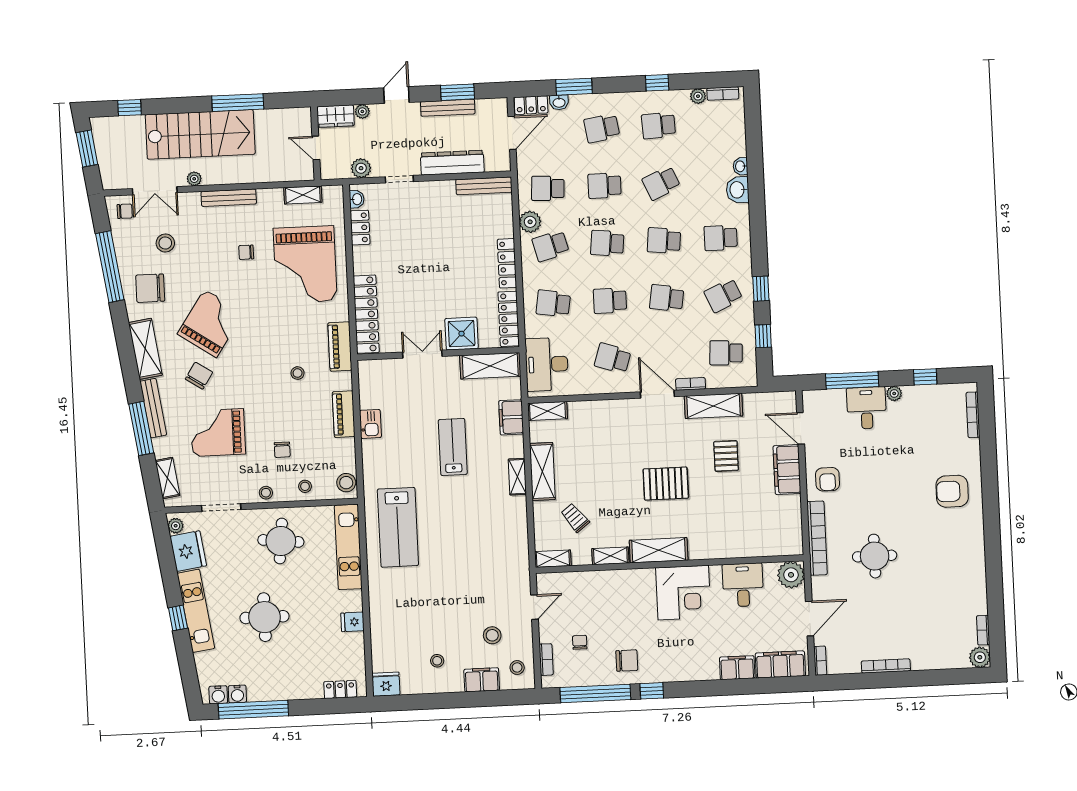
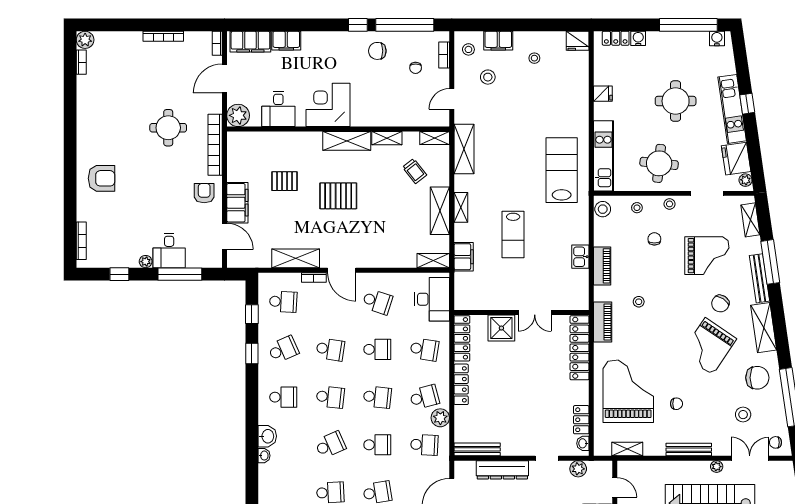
shelving: (490, 366) -> (464, 149), moved, turned 90
pallet: (726, 456) -> (284, 181), moved, turned 90
water cooler: (237, 694) -> (638, 38), moved

